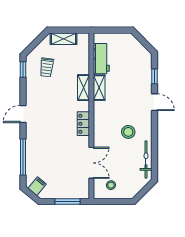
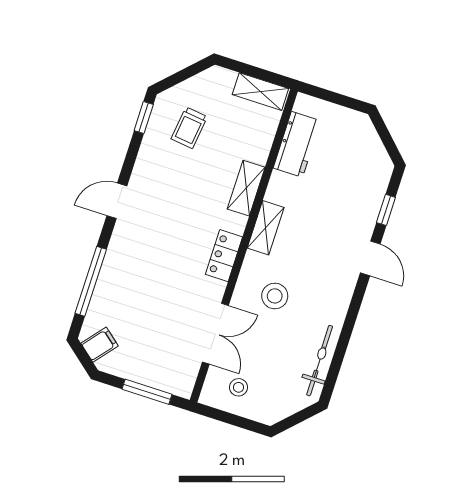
shelving: (64, 39) -> (260, 92), moved
shelving: (99, 88) -> (266, 228), moved
stool: (128, 132) -> (275, 296), moved

